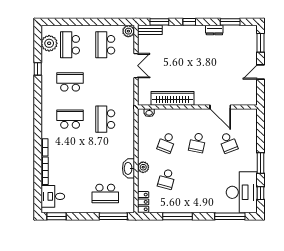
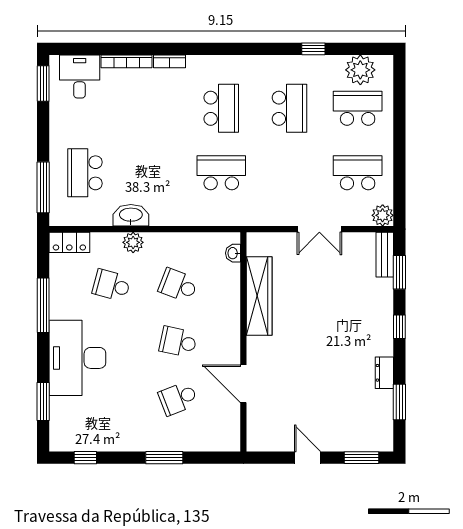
door: (220, 107) -> (243, 384), hinge flipped
window: (261, 163) -> (164, 458), moved
desk: (242, 192) -> (77, 358), moved, turned 90
window: (230, 216) -> (43, 402), width x0.69

